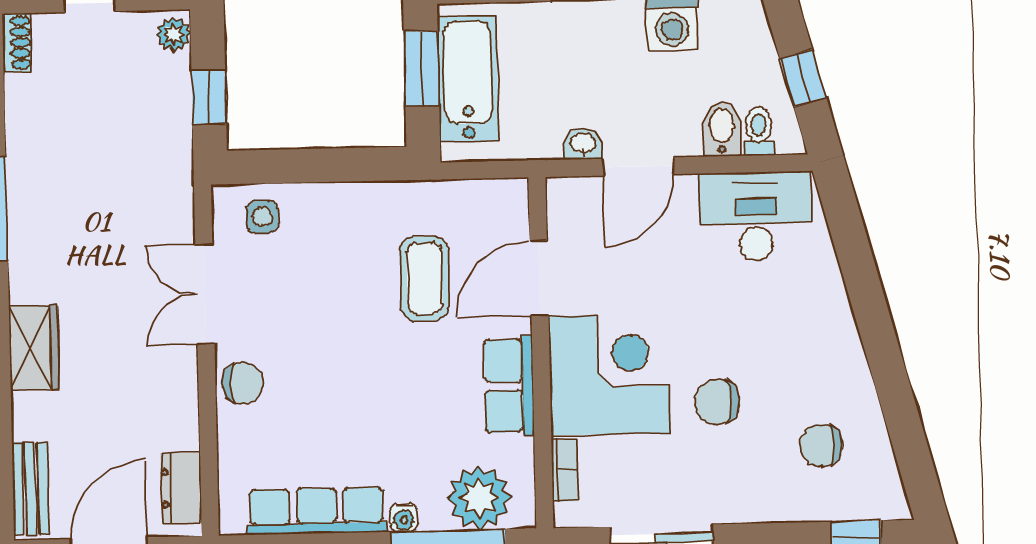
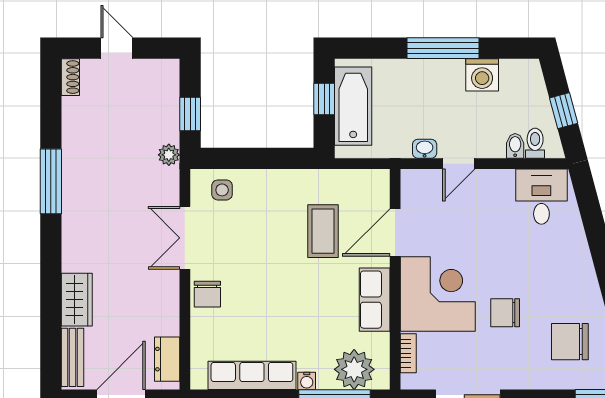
plant: (173, 34) -> (169, 155), moved
window: (421, 68) -> (324, 99), width x0.67
bidet: (722, 129) -> (515, 146), width x0.72, depth x0.74
door: (638, 166) -> (459, 164), width x0.73
desk: (756, 216) -> (541, 197), width x0.73
wardrobe: (34, 348) -> (77, 300), moved
chair: (243, 383) -> (207, 294), turned 90
chair: (821, 446) -> (570, 342), width x1.37, depth x1.37

